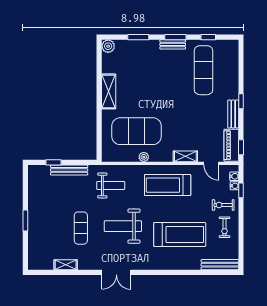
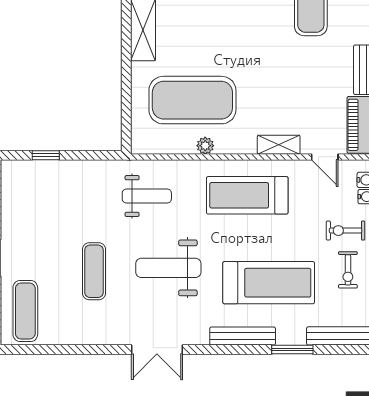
bench: (69, 170) -> (243, 336), moved
exercise mat: (42, 251) -> (25, 311), added
shelving: (66, 265) -> (67, 336), removed
window: (193, 272) -> (292, 350), added

